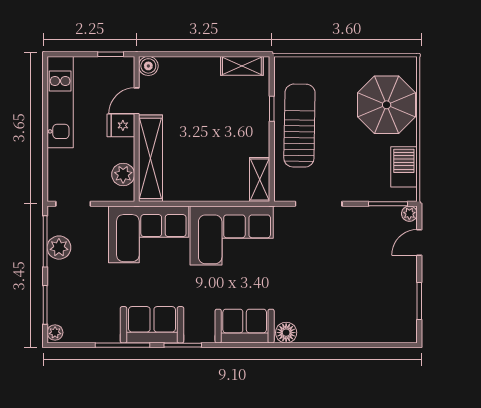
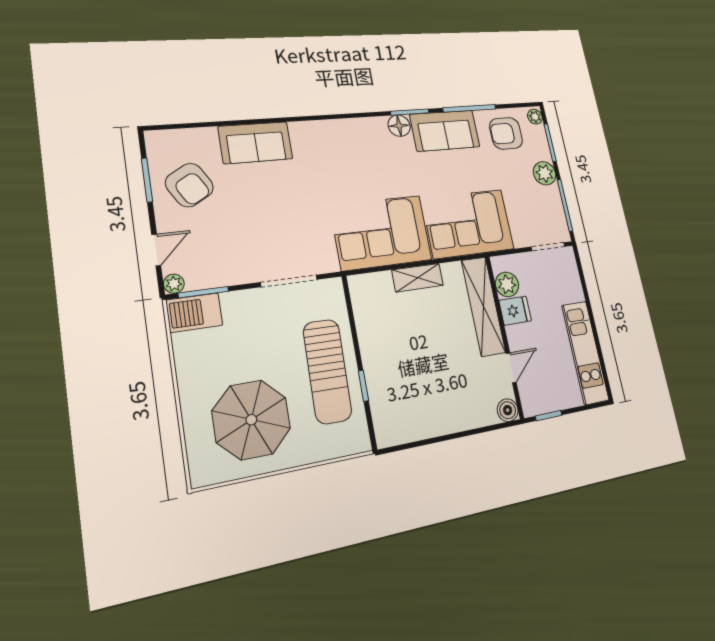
shelving: (242, 66) -> (407, 431), removed
parasol: (387, 105) -> (251, 420), moved
fridge: (121, 125) -> (515, 311), moved
barbecue: (404, 167) -> (194, 313), moved, turned 90
shelving: (260, 180) -> (418, 278), moved, turned 90
plant: (59, 248) -> (545, 173), moved
armchair: (387, 294) -> (189, 185), added
armchair: (90, 318) -> (506, 133), added
sofa: (245, 326) -> (256, 143), moved
floor lamp: (286, 333) -> (399, 126), moved

